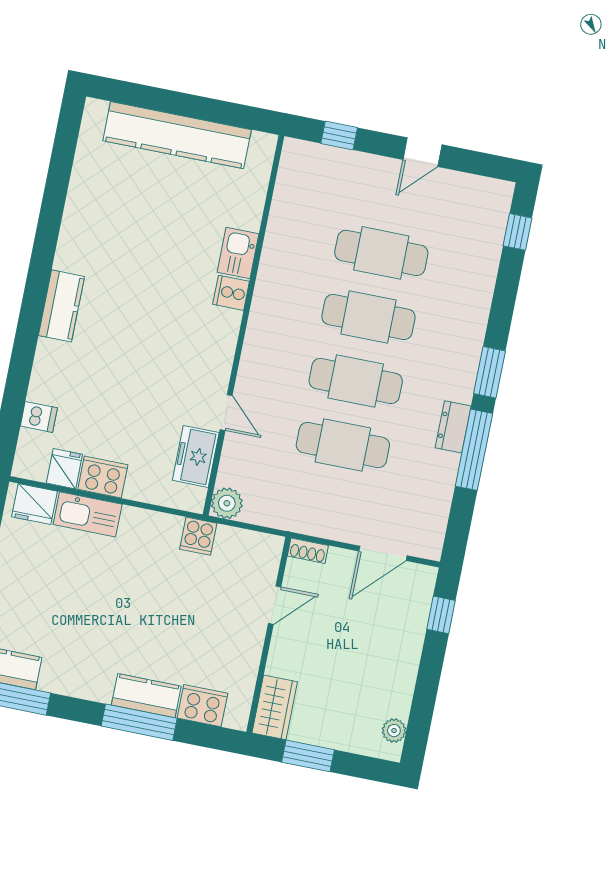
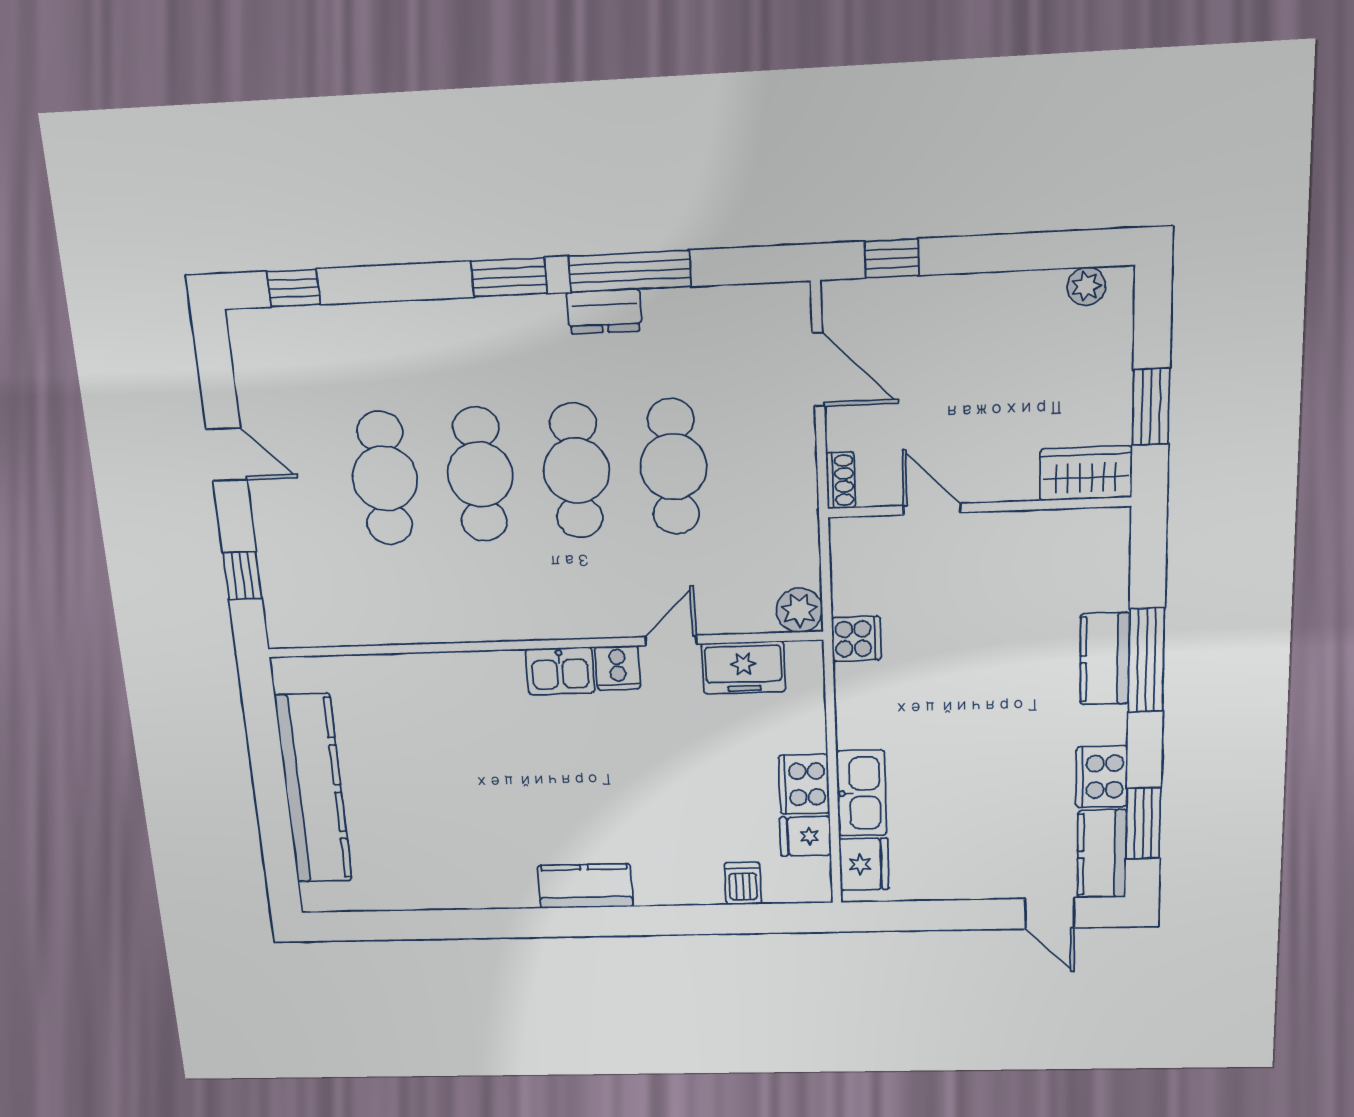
kitchen sink: (238, 253) -> (560, 671), moved
cooker: (231, 293) -> (618, 668), moved
cooker: (202, 706) -> (1102, 777), moved

